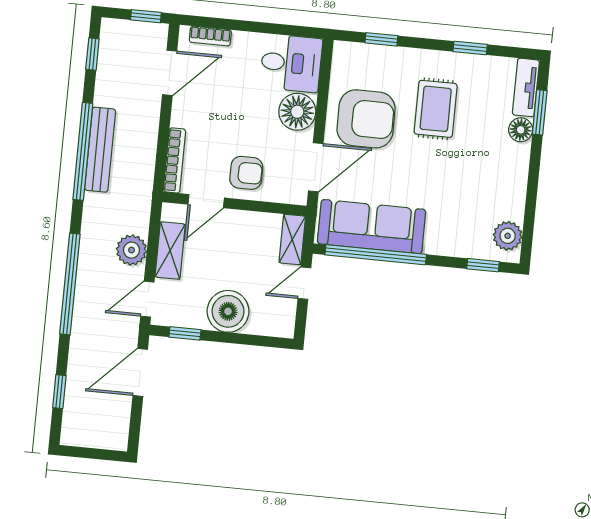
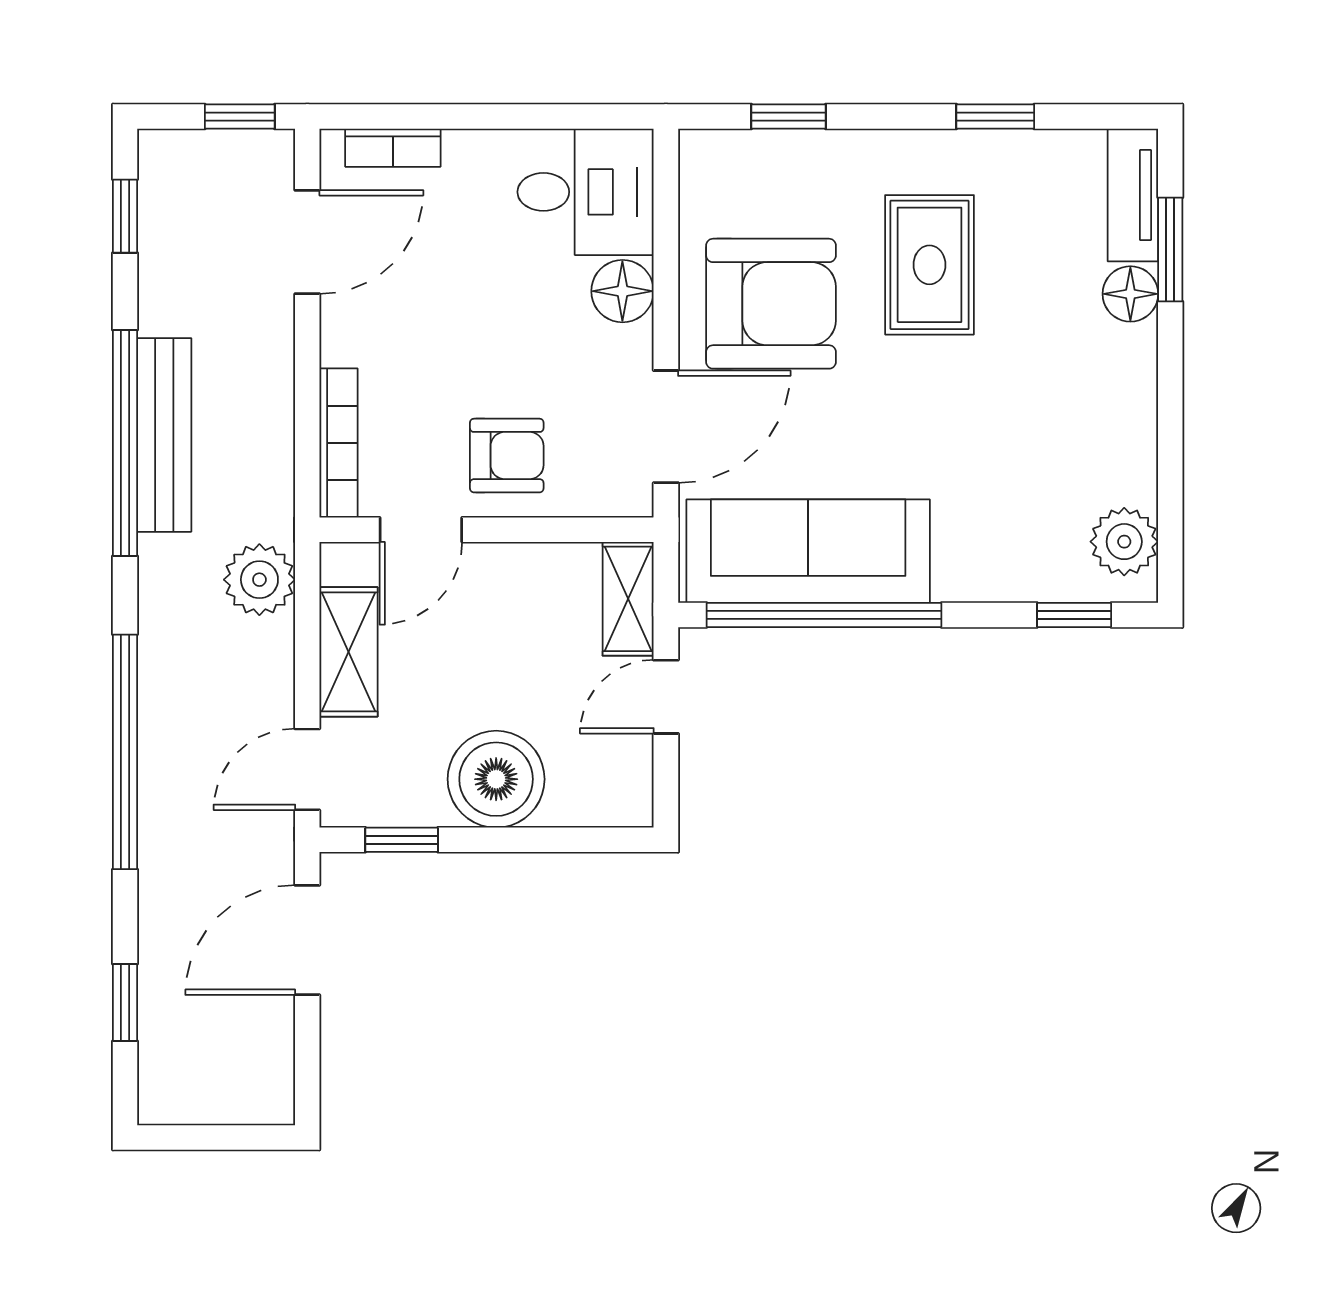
floor lamp: (297, 112) -> (622, 291), width x0.73, depth x0.73
plant: (131, 250) -> (259, 580), moved

